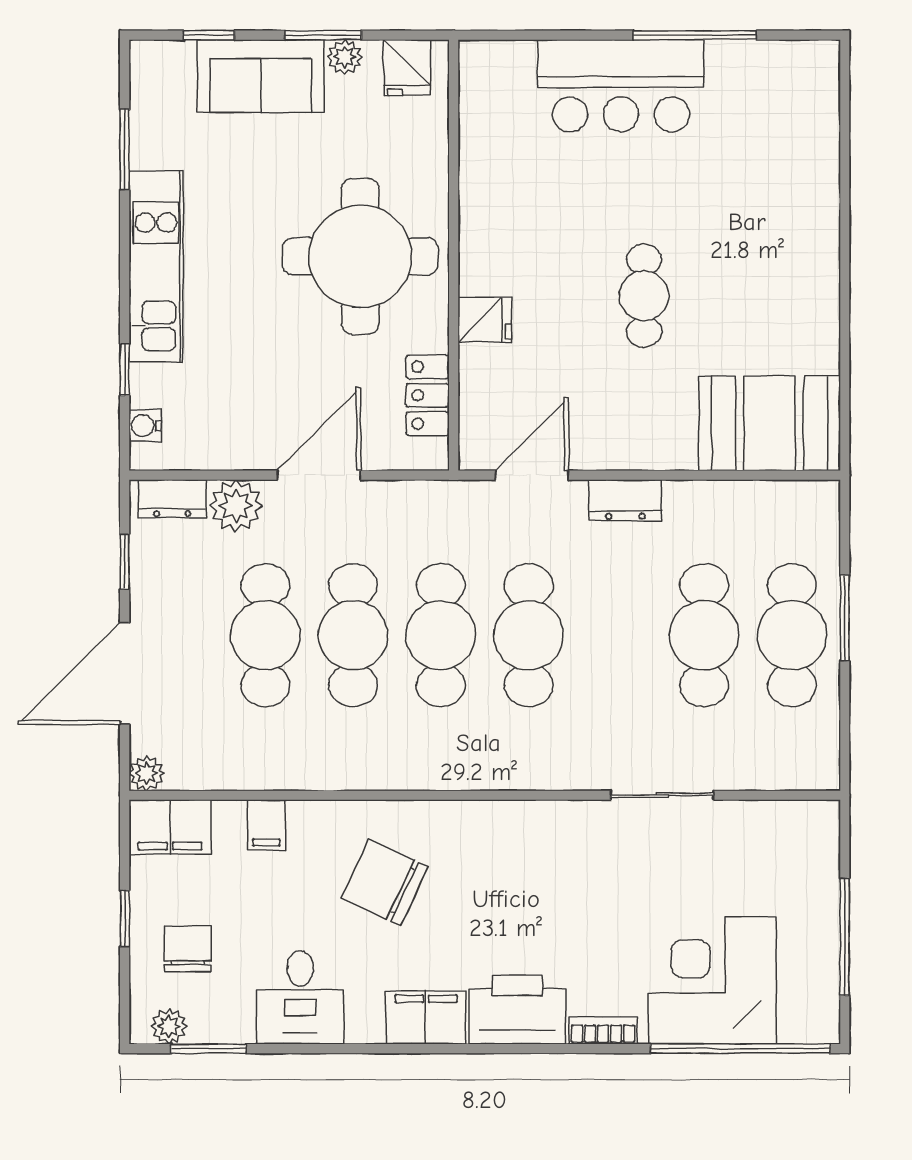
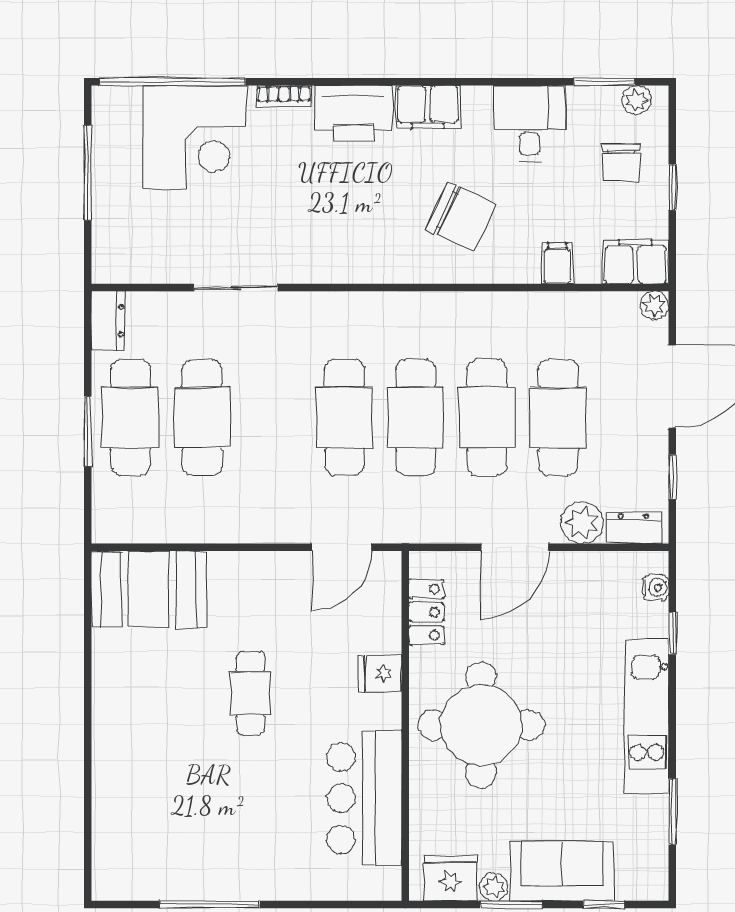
fridge: (407, 67) -> (450, 878), width x1.38
bar counter: (621, 86) -> (364, 798), moved, turned -90
dresser: (625, 500) -> (108, 321), moved, turned 90

